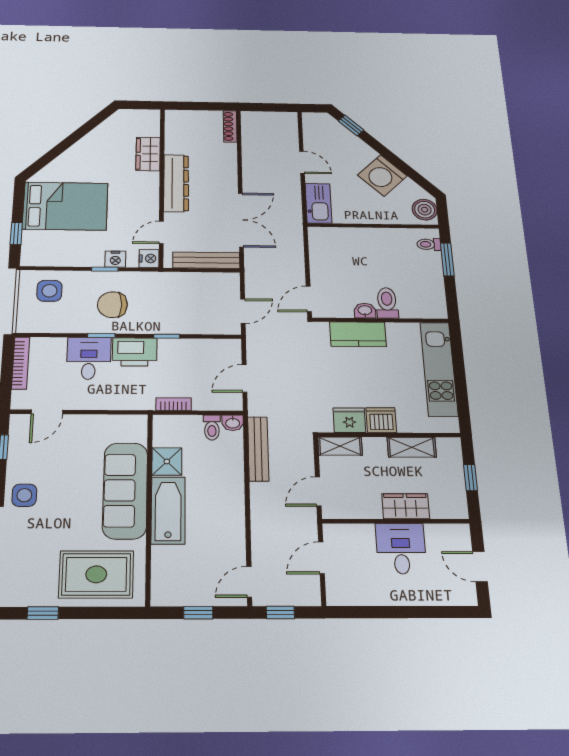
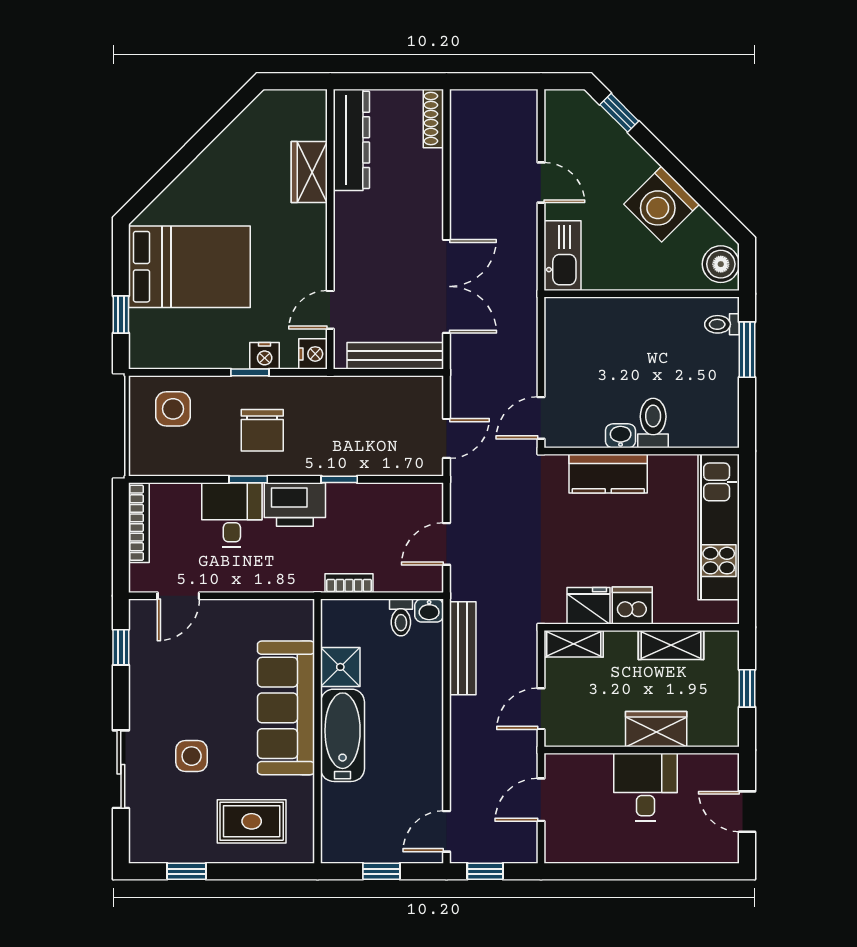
dresser: (176, 183) -> (351, 140), moved
chair: (112, 305) -> (262, 430), turned -90
side table: (24, 495) -> (192, 756), moved
rug: (96, 574) -> (252, 821), width x0.73, depth x0.70

